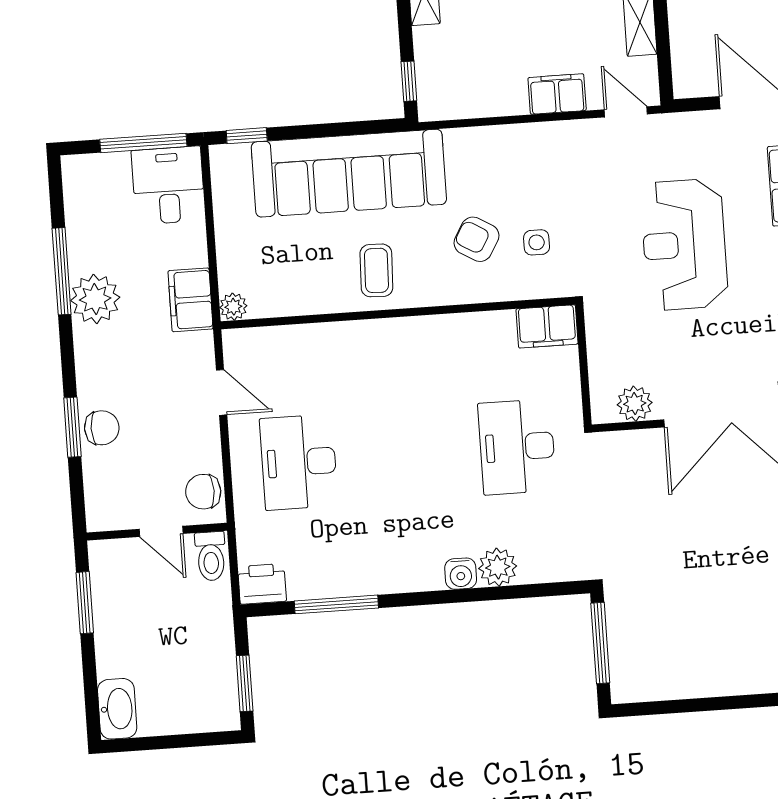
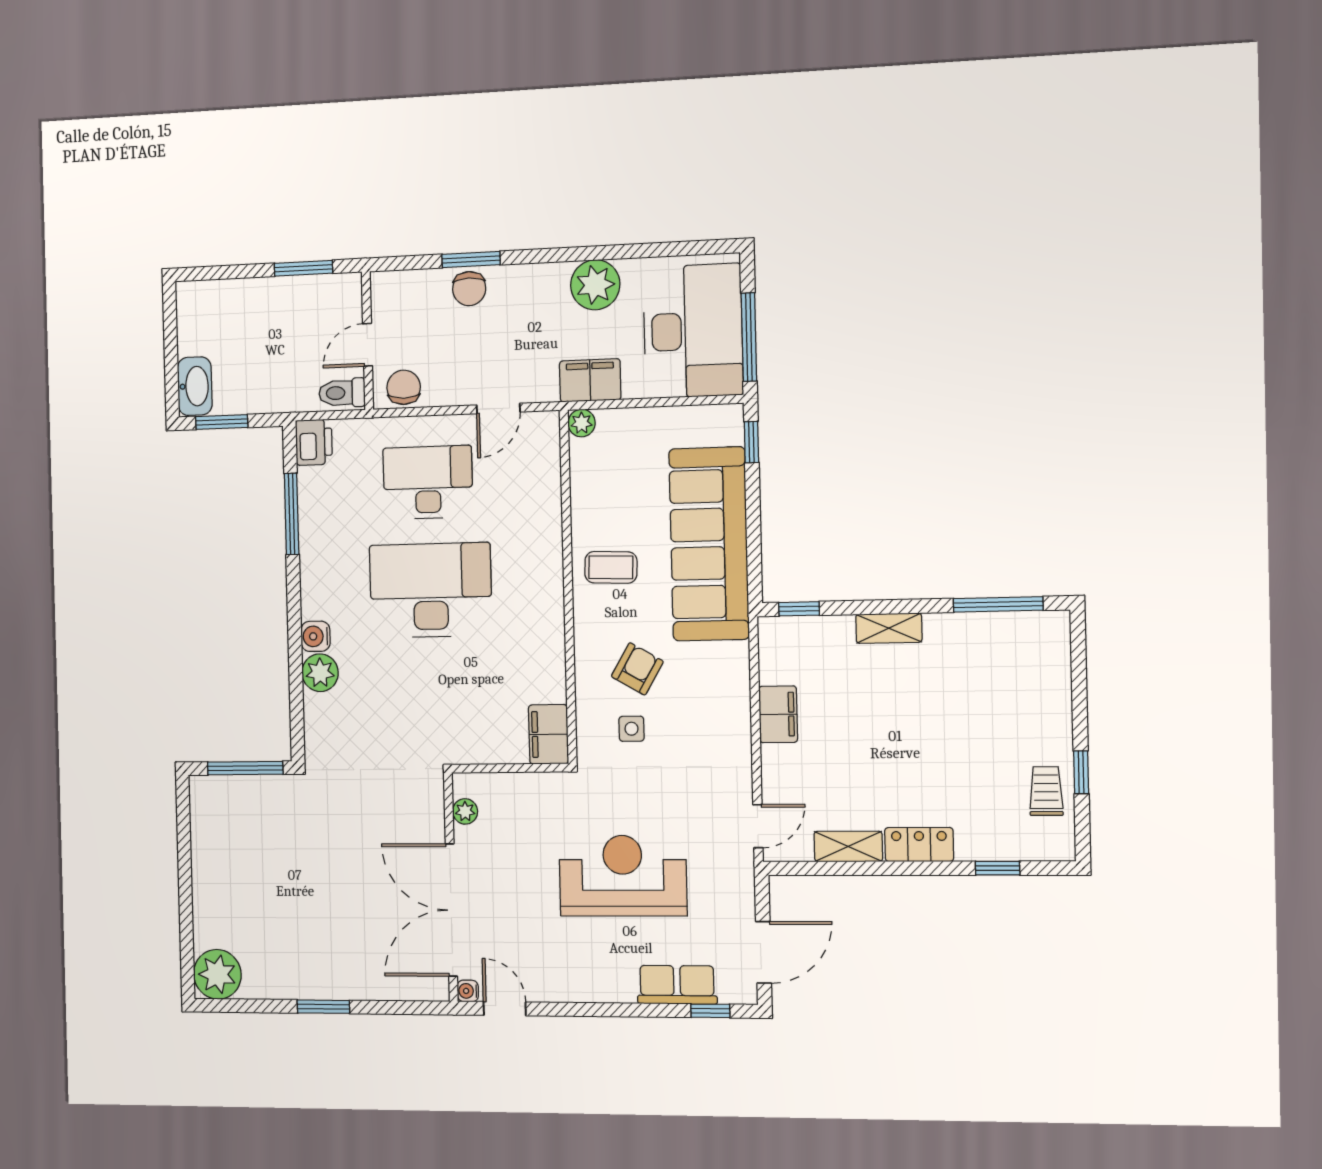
filing cabinet: (557, 94) -> (778, 714), moved
desk: (168, 185) -> (693, 331), width x1.87, depth x1.30
window: (62, 271) -> (624, 252), removed
plant: (635, 404) -> (465, 811), width x0.73, depth x0.73
desk: (517, 447) -> (431, 590), moved, width x1.36, depth x1.30
washbasin: (117, 709) -> (195, 386), moved, turned -90

